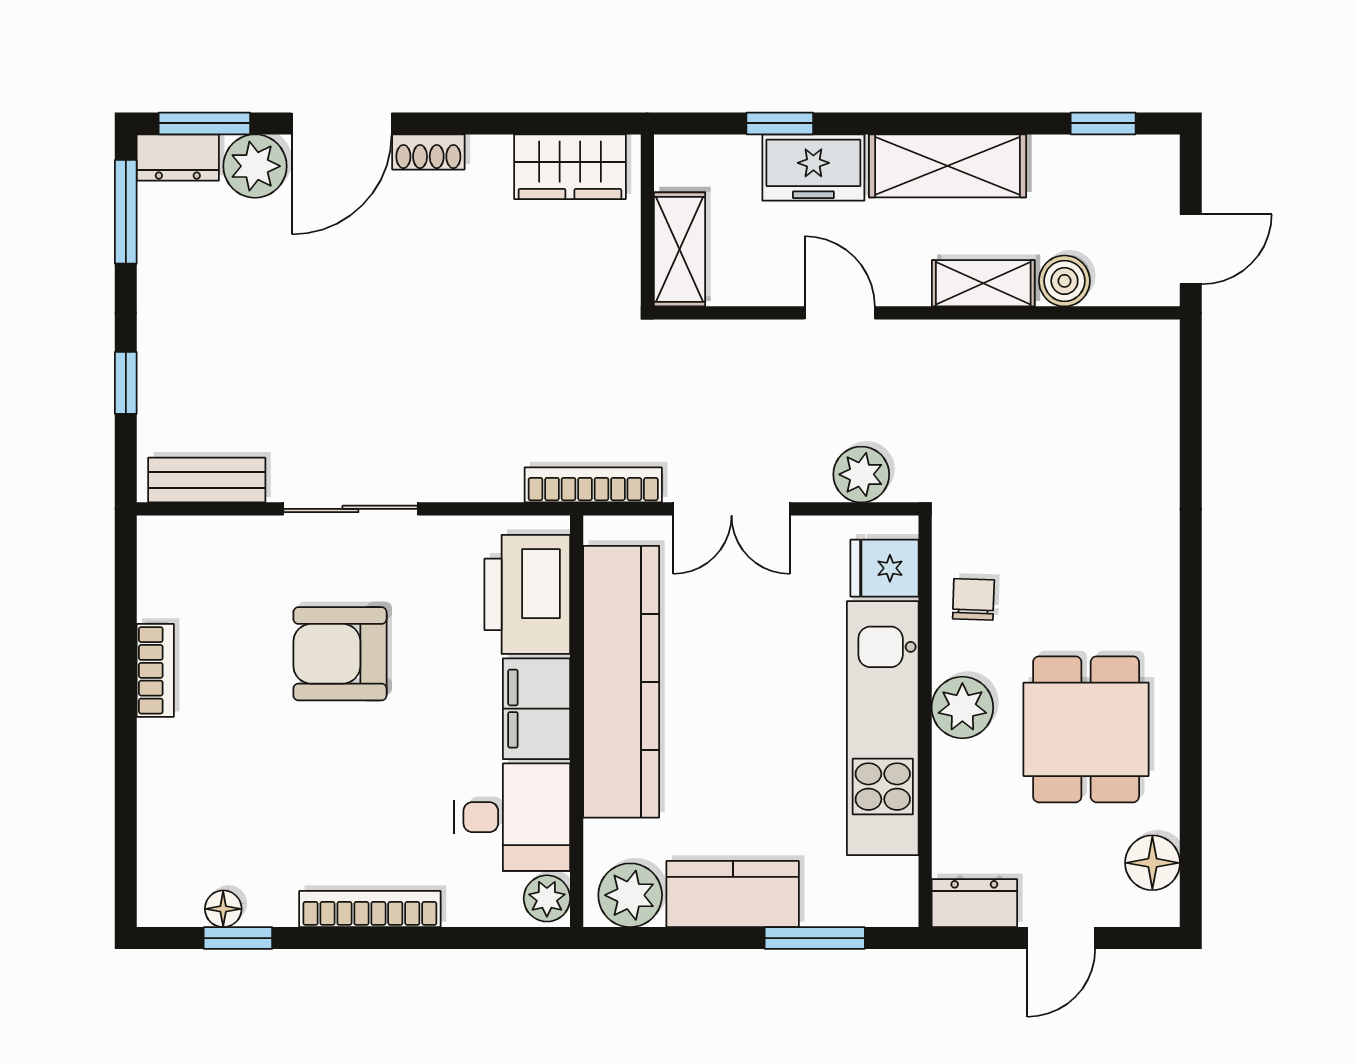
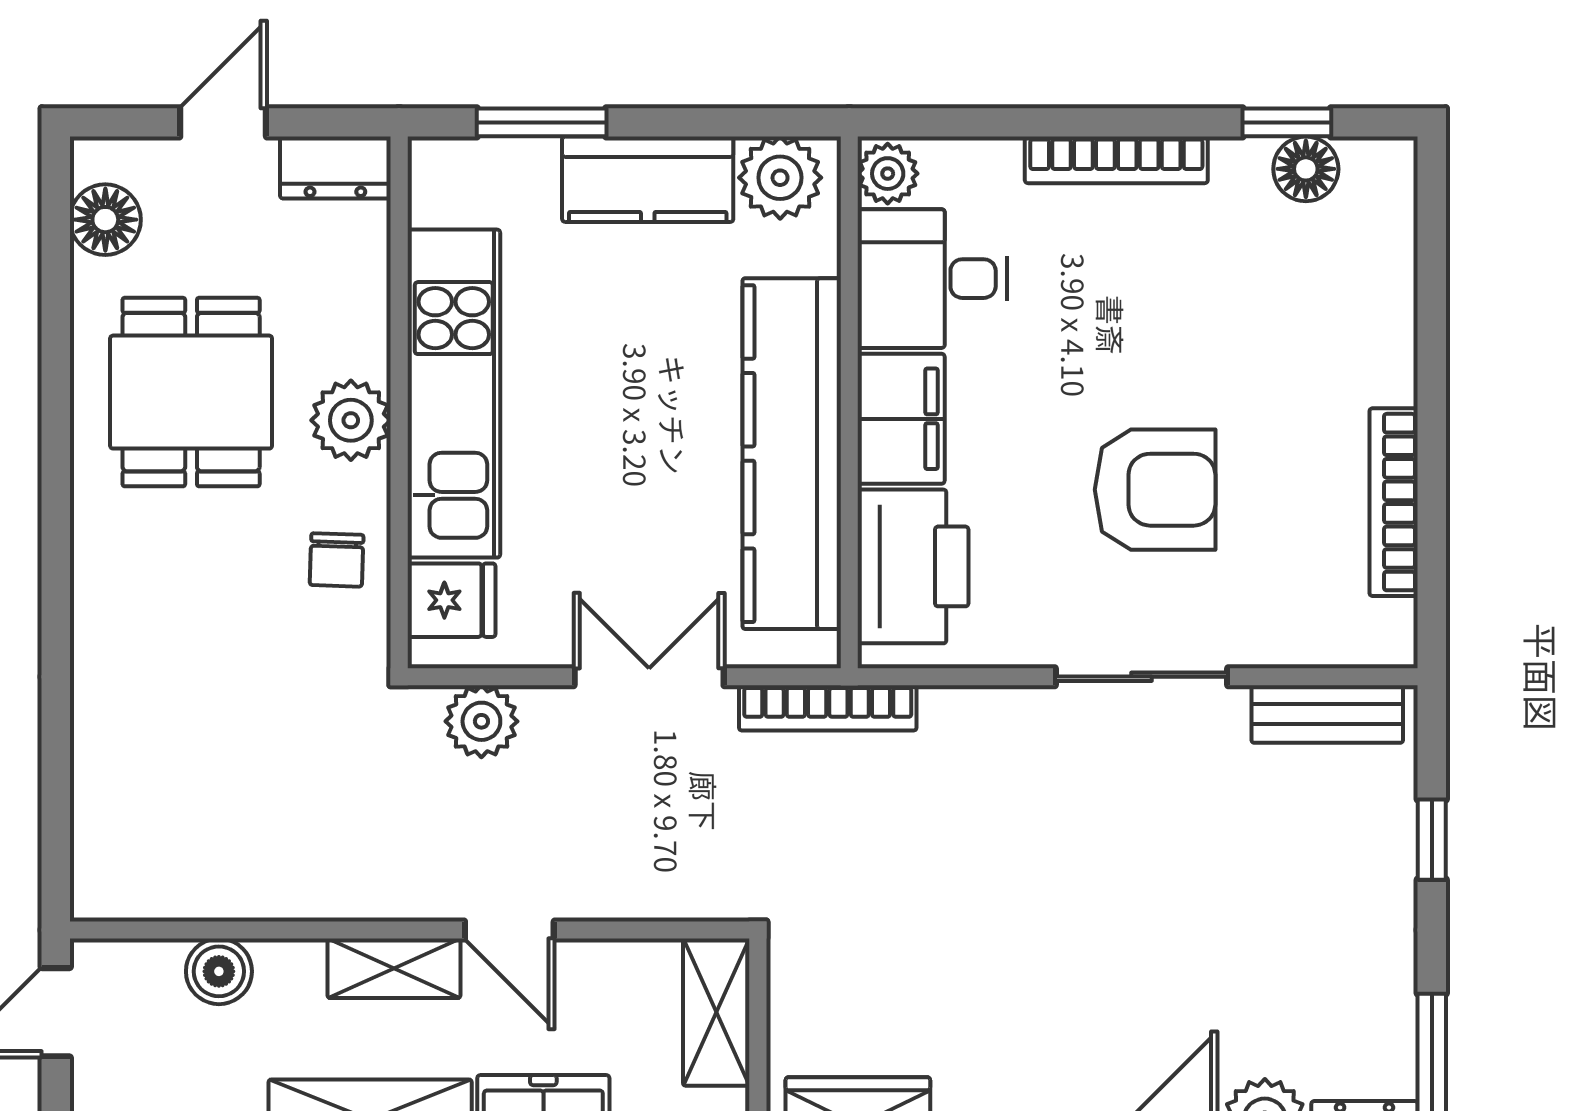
shelving: (983, 283) -> (394, 968), moved
bookcase: (155, 670) -> (1394, 502), width x1.56
floor lamp: (223, 909) -> (1306, 169), width x1.37, depth x1.37

